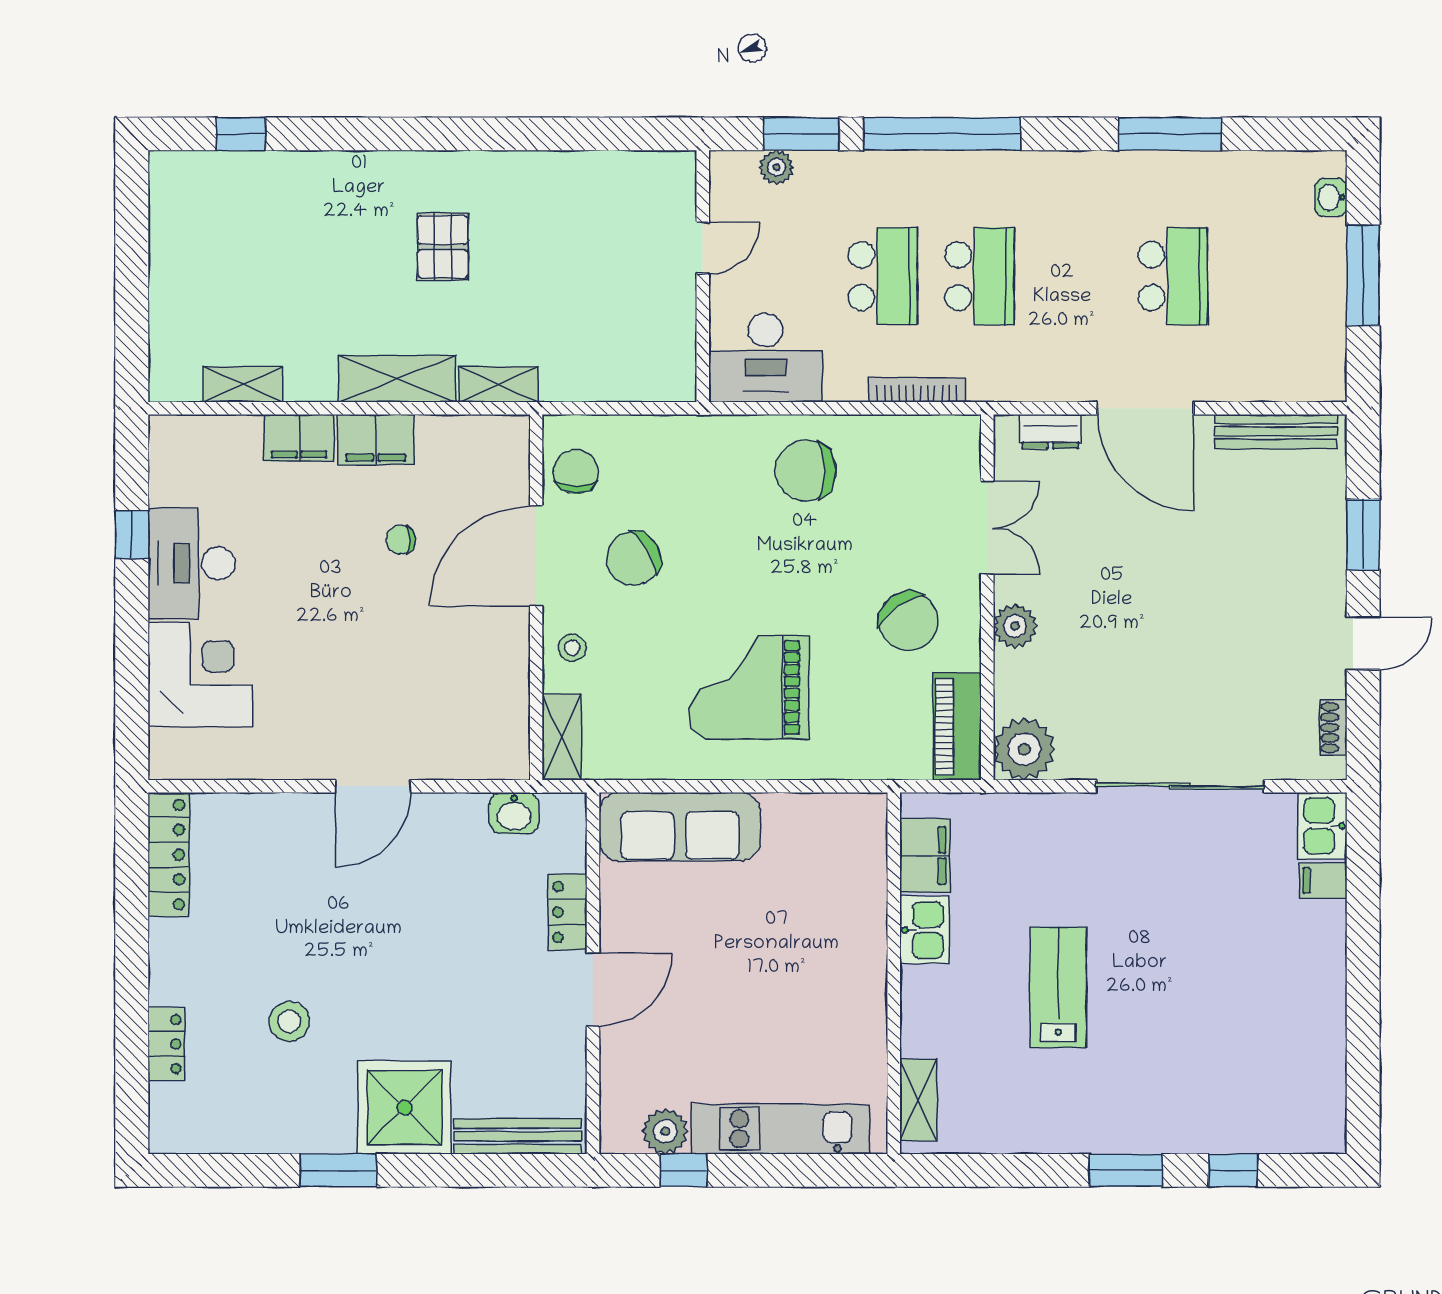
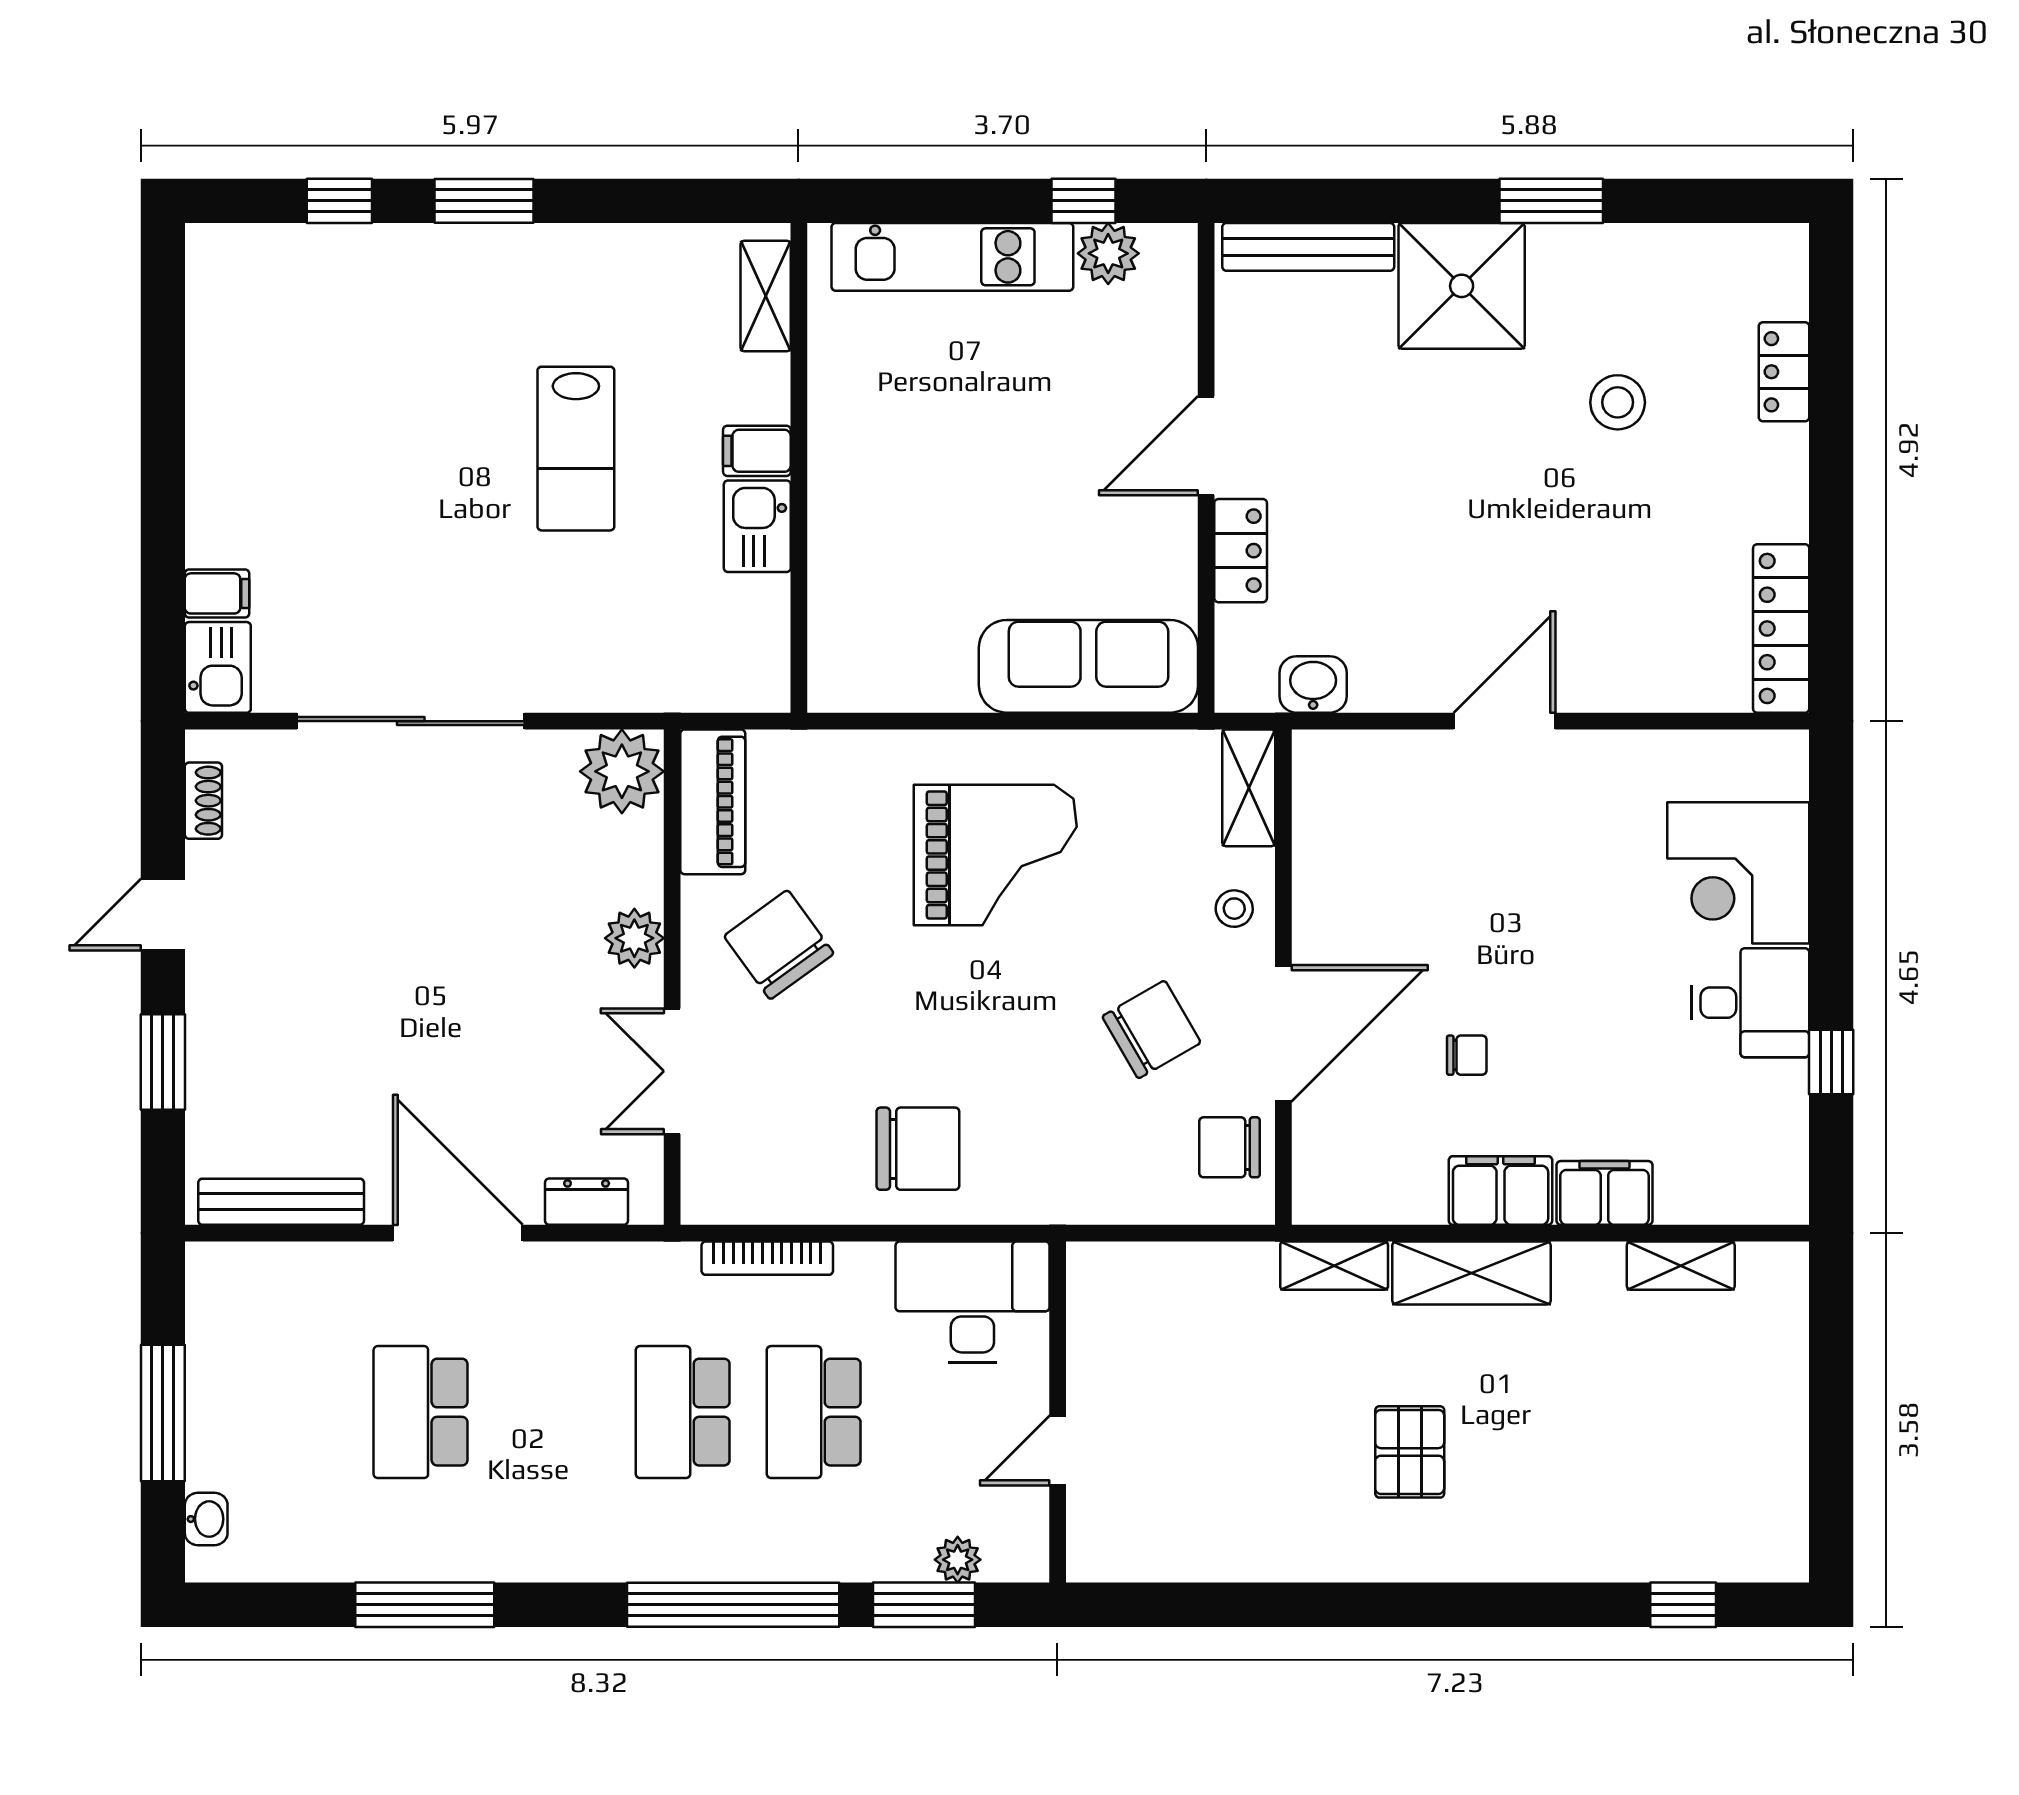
chair: (576, 472) -> (1229, 1147), turned 90
desk: (191, 563) -> (1750, 1003), width x0.73
filing cabinet: (925, 856) -> (757, 451), moved, width x0.50

